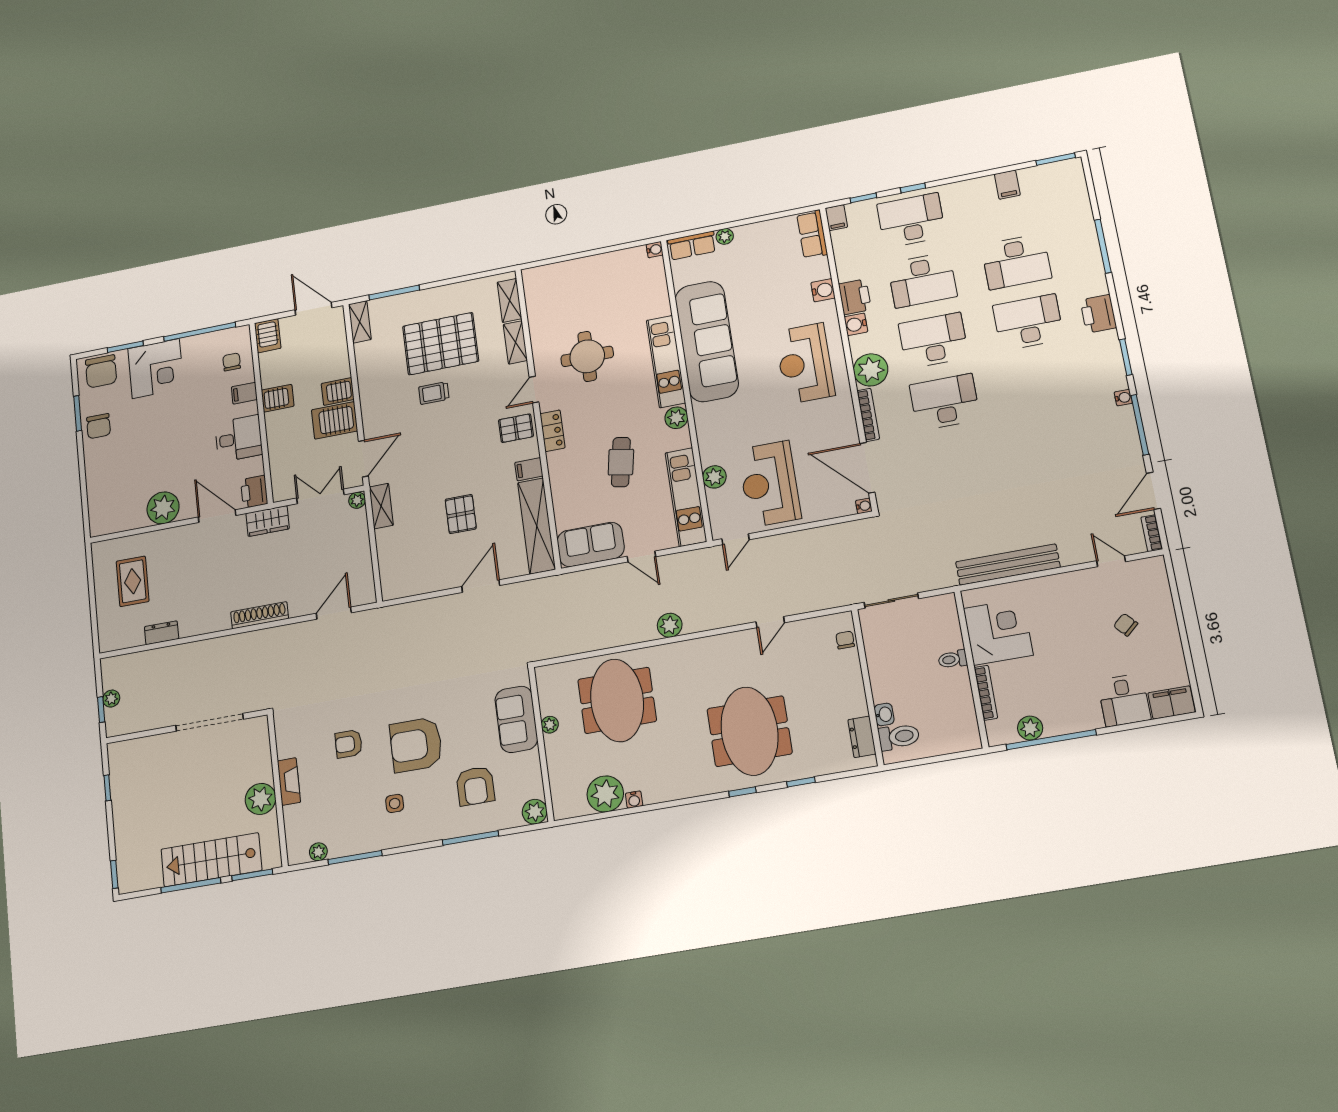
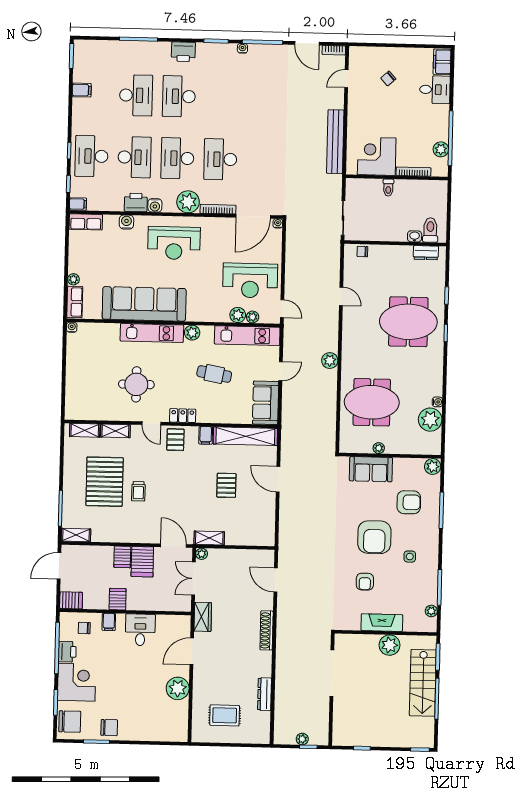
printer: (254, 492) -> (67, 652), moved, turned -90
plant: (715, 499) -> (253, 317), added
pallet: (461, 514) -> (226, 485), turned 90
dresser: (162, 633) -> (265, 694), width x1.44
fireplace: (289, 782) -> (382, 623), width x1.37, depth x1.32

